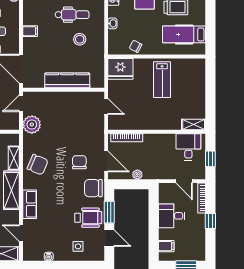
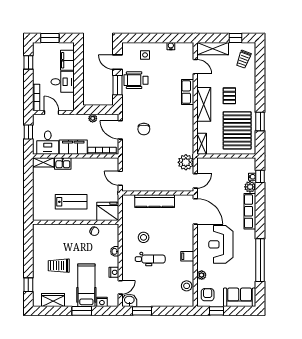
dental chair: (72, 15) -> (150, 259), turned 180
filing cabinet: (30, 31) -> (187, 256), moved
hospital bed: (184, 34) -> (52, 242), removed
lab bench: (162, 80) -> (71, 202), turned 90
kitchen sink: (171, 123) -> (63, 163), added
filing cabinet: (159, 142) -> (73, 147), added
shelving: (14, 158) -> (202, 144), moved
chair: (38, 165) -> (181, 127), removed
chair: (93, 188) -> (131, 106), removed
window: (210, 221) -> (28, 62), moved
filing cabinet: (166, 246) -> (67, 60), width x2.00

